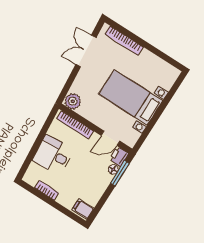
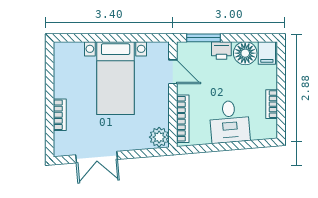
bookcase: (124, 41) -> (60, 115), width x0.64
printer: (119, 156) -> (221, 50), moved
floor lamp: (113, 169) -> (245, 53), moved, width x1.89, depth x1.89

